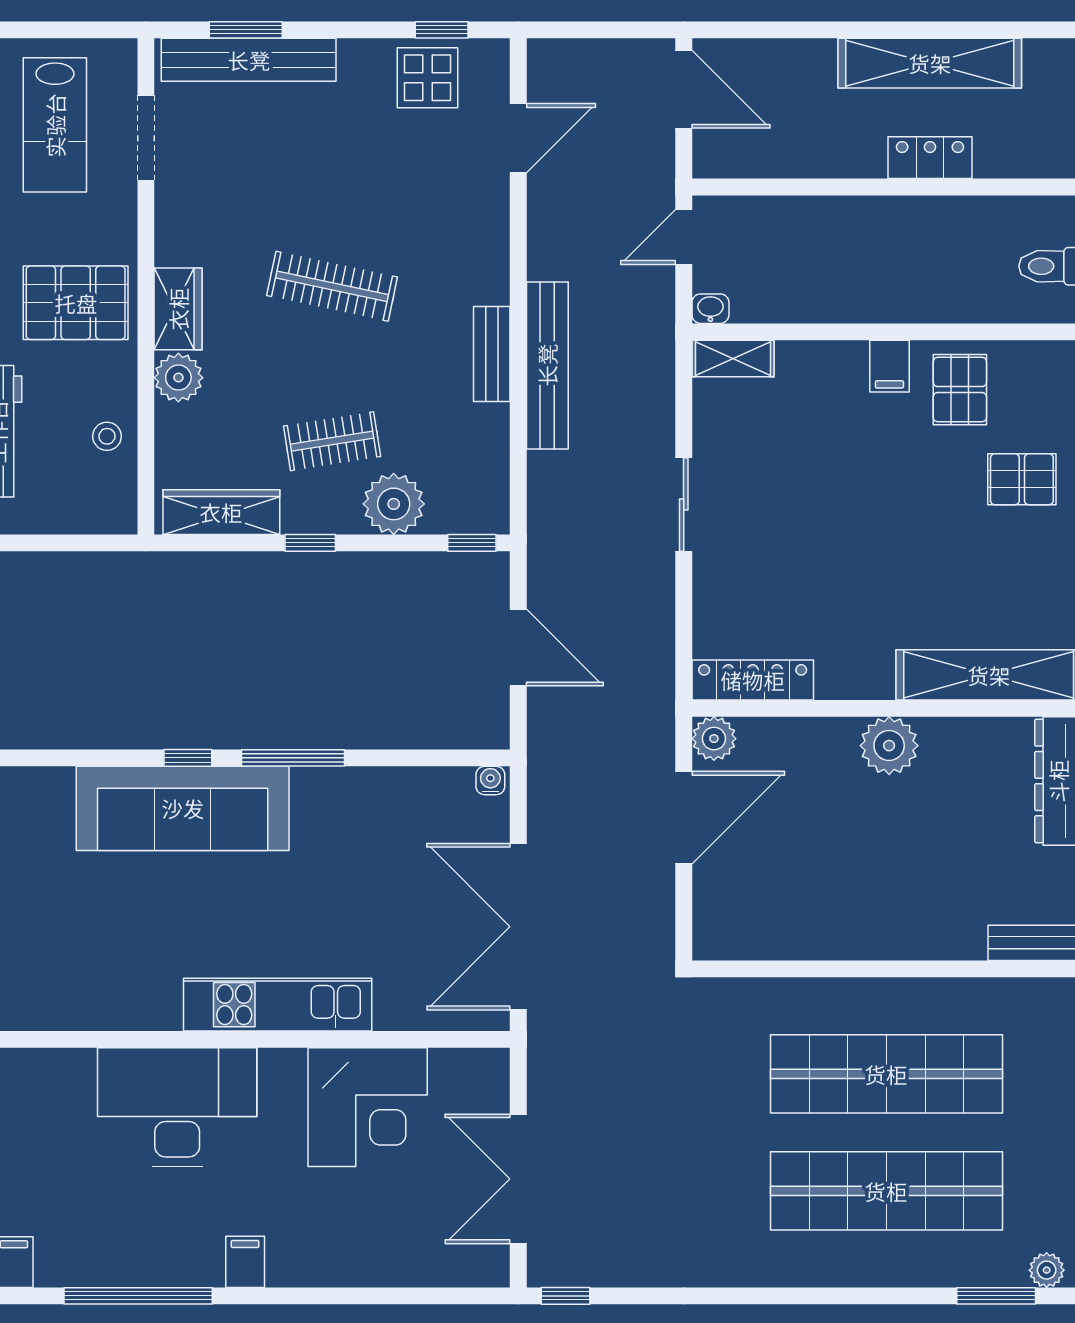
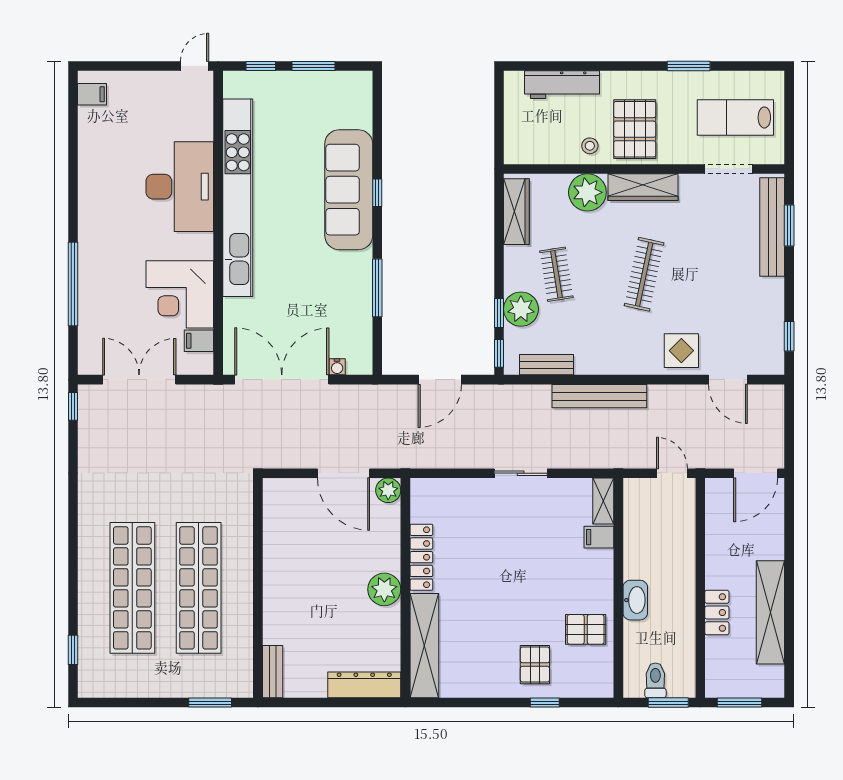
display table: (428, 78) -> (681, 351), moved
wardrobe: (178, 309) -> (643, 187), width x1.50
washbasin: (710, 309) -> (635, 600), moved, width x1.91, depth x1.45
bench: (492, 354) -> (546, 365), moved
filing cabinet: (889, 366) -> (599, 537), moved
plant: (178, 378) -> (587, 192), width x1.36, depth x1.36
stool: (107, 436) -> (590, 146), moved
window: (310, 543) -> (499, 313), moved
locker: (753, 680) -> (421, 557), moved
window: (293, 758) -> (377, 288), moved
water cooler: (490, 781) -> (337, 367), moved, turned 90
kitchen unit: (278, 1005) -> (238, 198), width x1.86
filing cabinet: (245, 1262) -> (199, 341), moved, turned 180
plant: (1047, 1270) -> (88, 678), removed
window: (138, 1296) -> (73, 284), moved
window: (996, 1296) -> (73, 650), width x0.67

